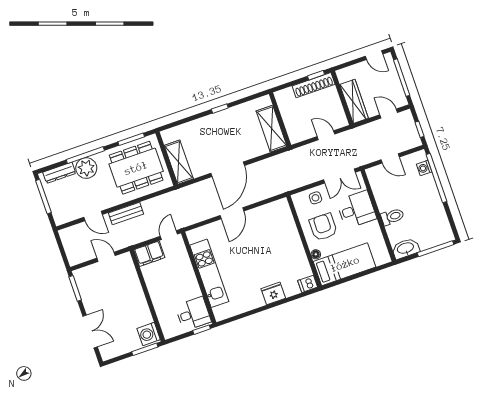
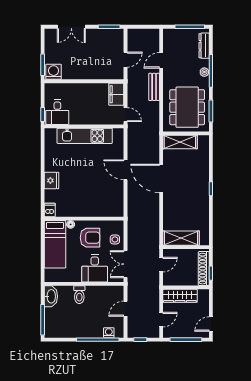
wall: (280, 119) -> (186, 247), moved
shelving: (272, 129) -> (181, 238), moved
plant: (86, 168) -> (204, 72), width x0.53, depth x0.53

